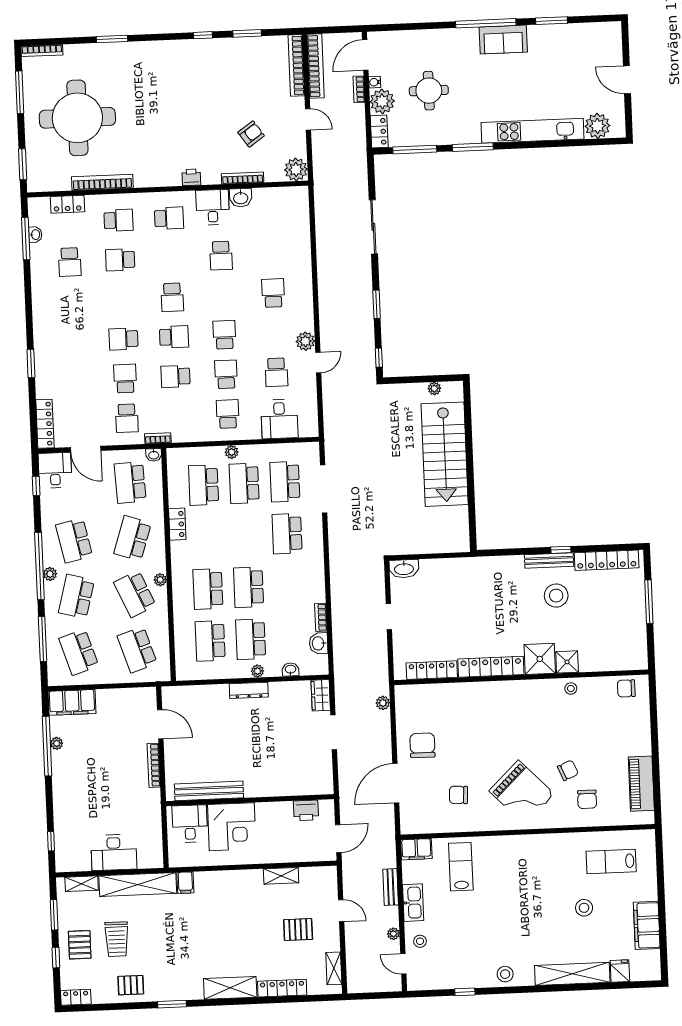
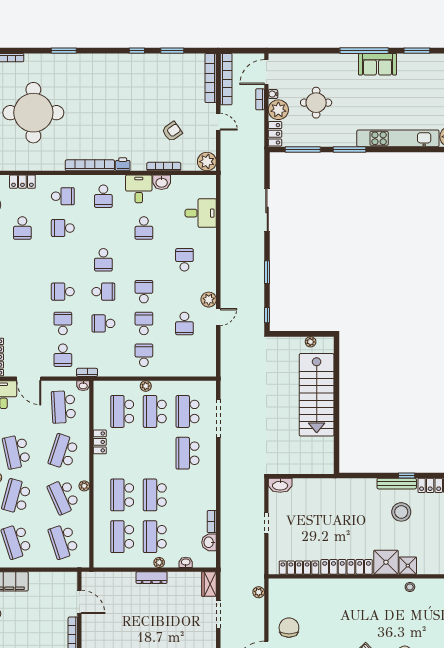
bookcase: (102, 182) -> (90, 165), moved
school desk: (169, 218) -> (103, 196), turned 90
desk: (279, 419) -> (201, 213), moved, turned -90

